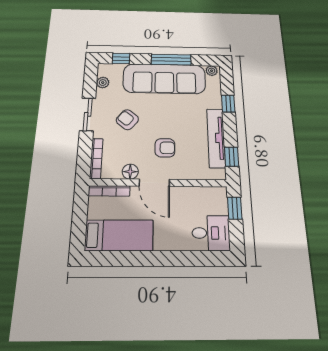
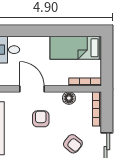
armchair: (165, 148) -> (41, 119), turned 90
door: (154, 183) -> (32, 89), moved

